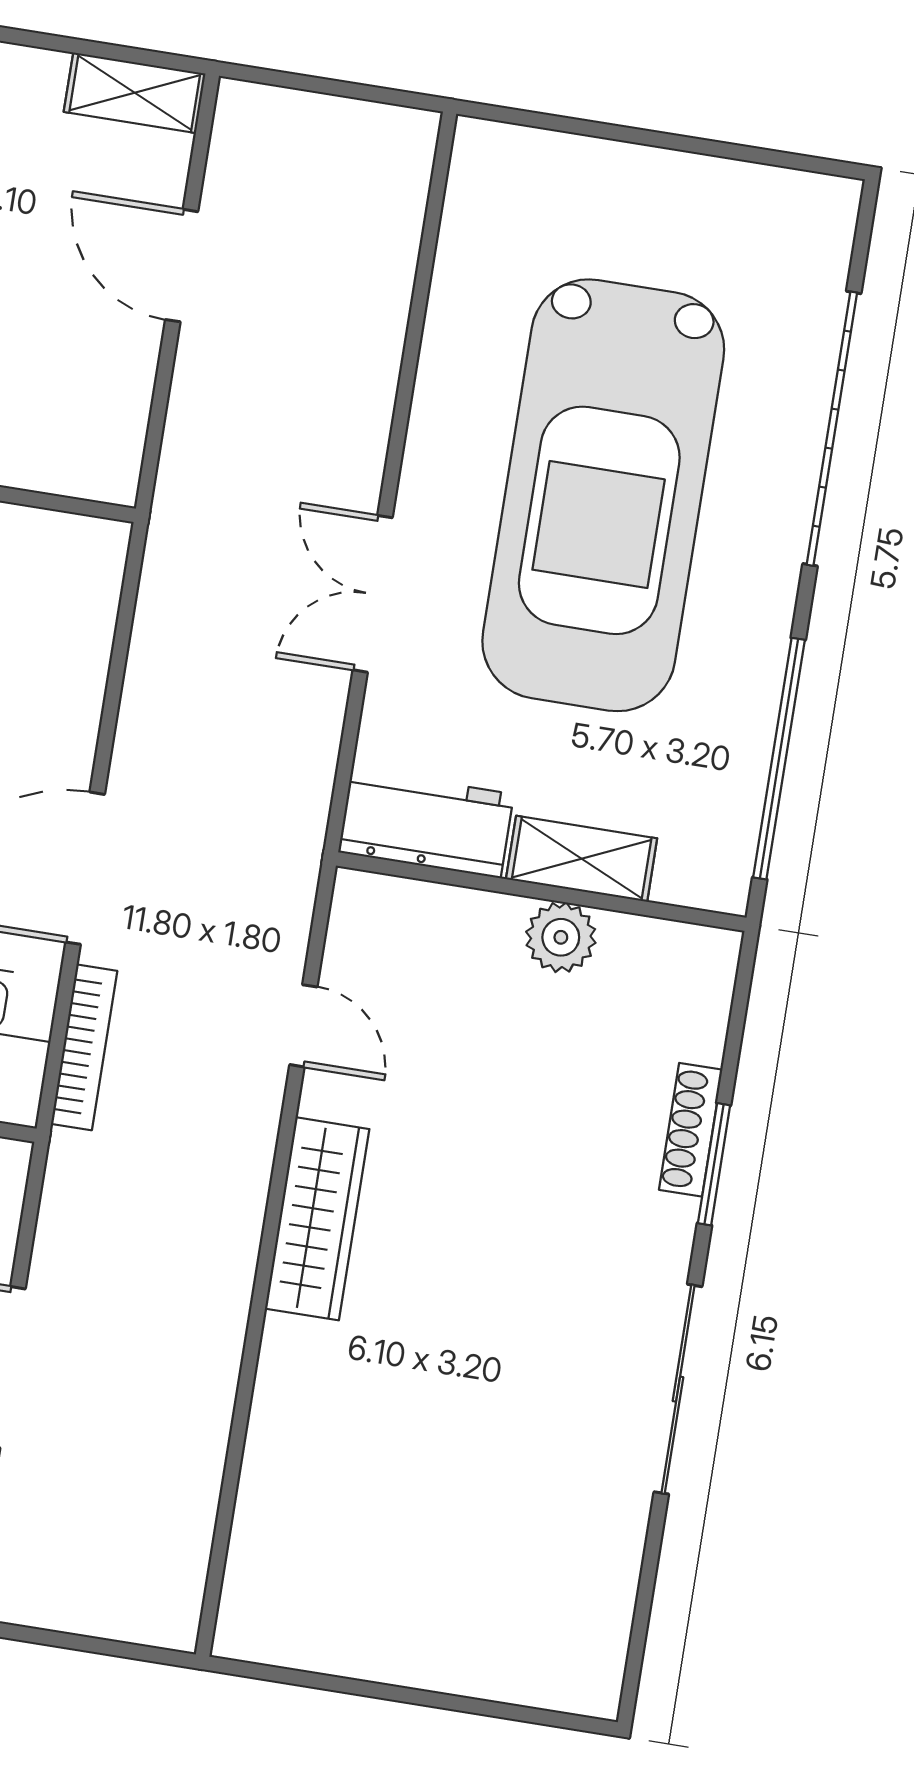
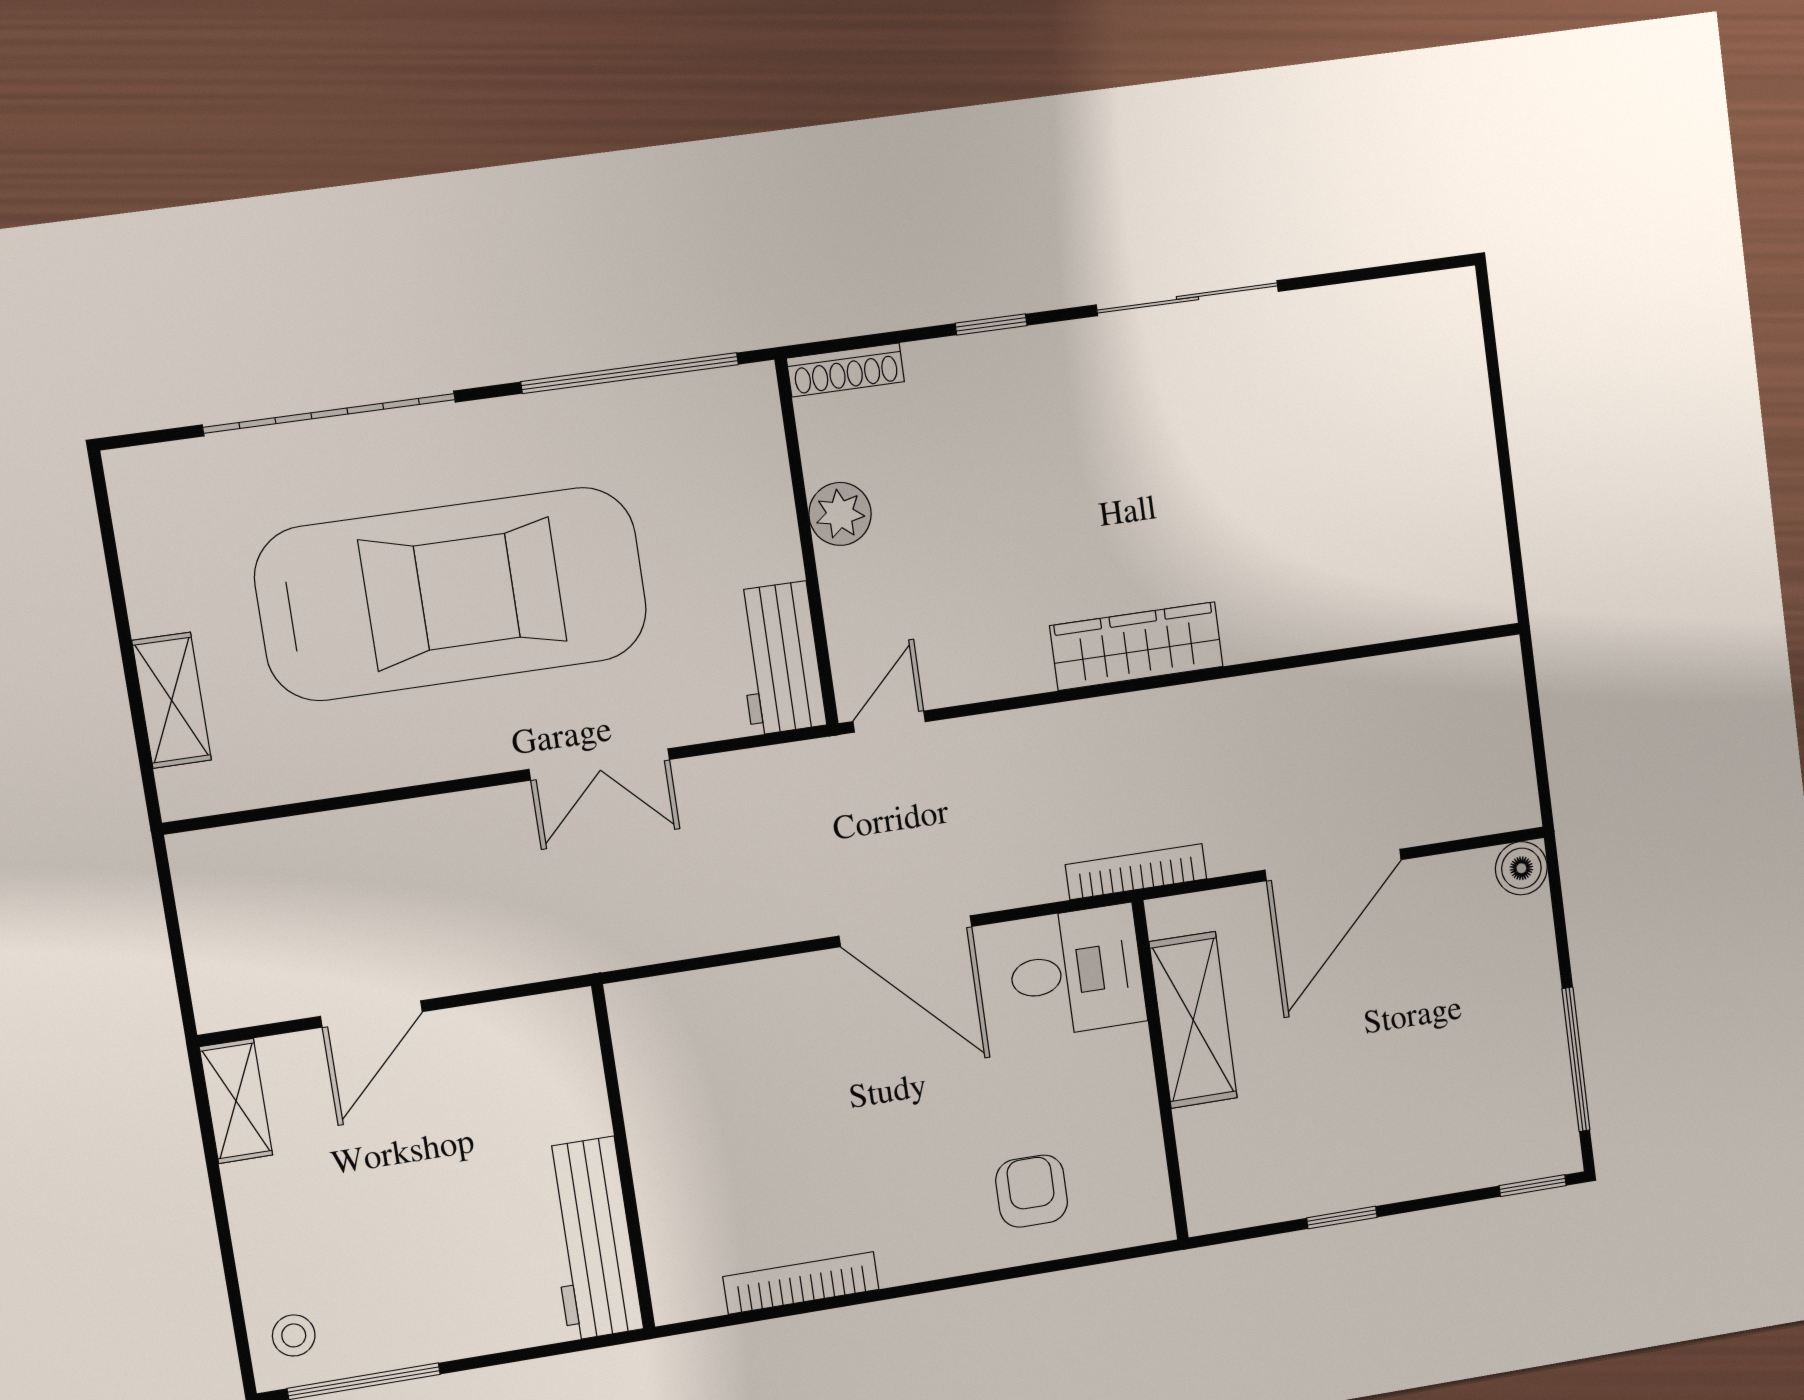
shelving: (582, 859) -> (172, 700), moved
door: (303, 1026) -> (889, 722), moved
bookcase: (84, 1047) -> (1136, 872), moved
shoe rack: (691, 1130) -> (845, 370), moved
window: (714, 1164) -> (991, 324), width x0.67

